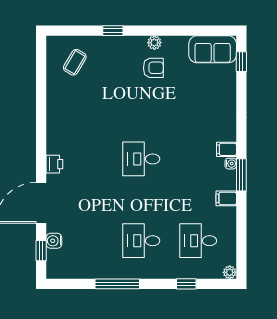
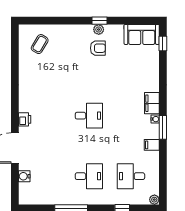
window: (113, 31) -> (100, 21), moved
filing cabinet: (226, 149) -> (152, 103), width x2.00
desk: (141, 159) -> (89, 116), turned 180
desk: (141, 241) -> (89, 176), turned 180
window: (41, 251) -> (15, 184), removed

